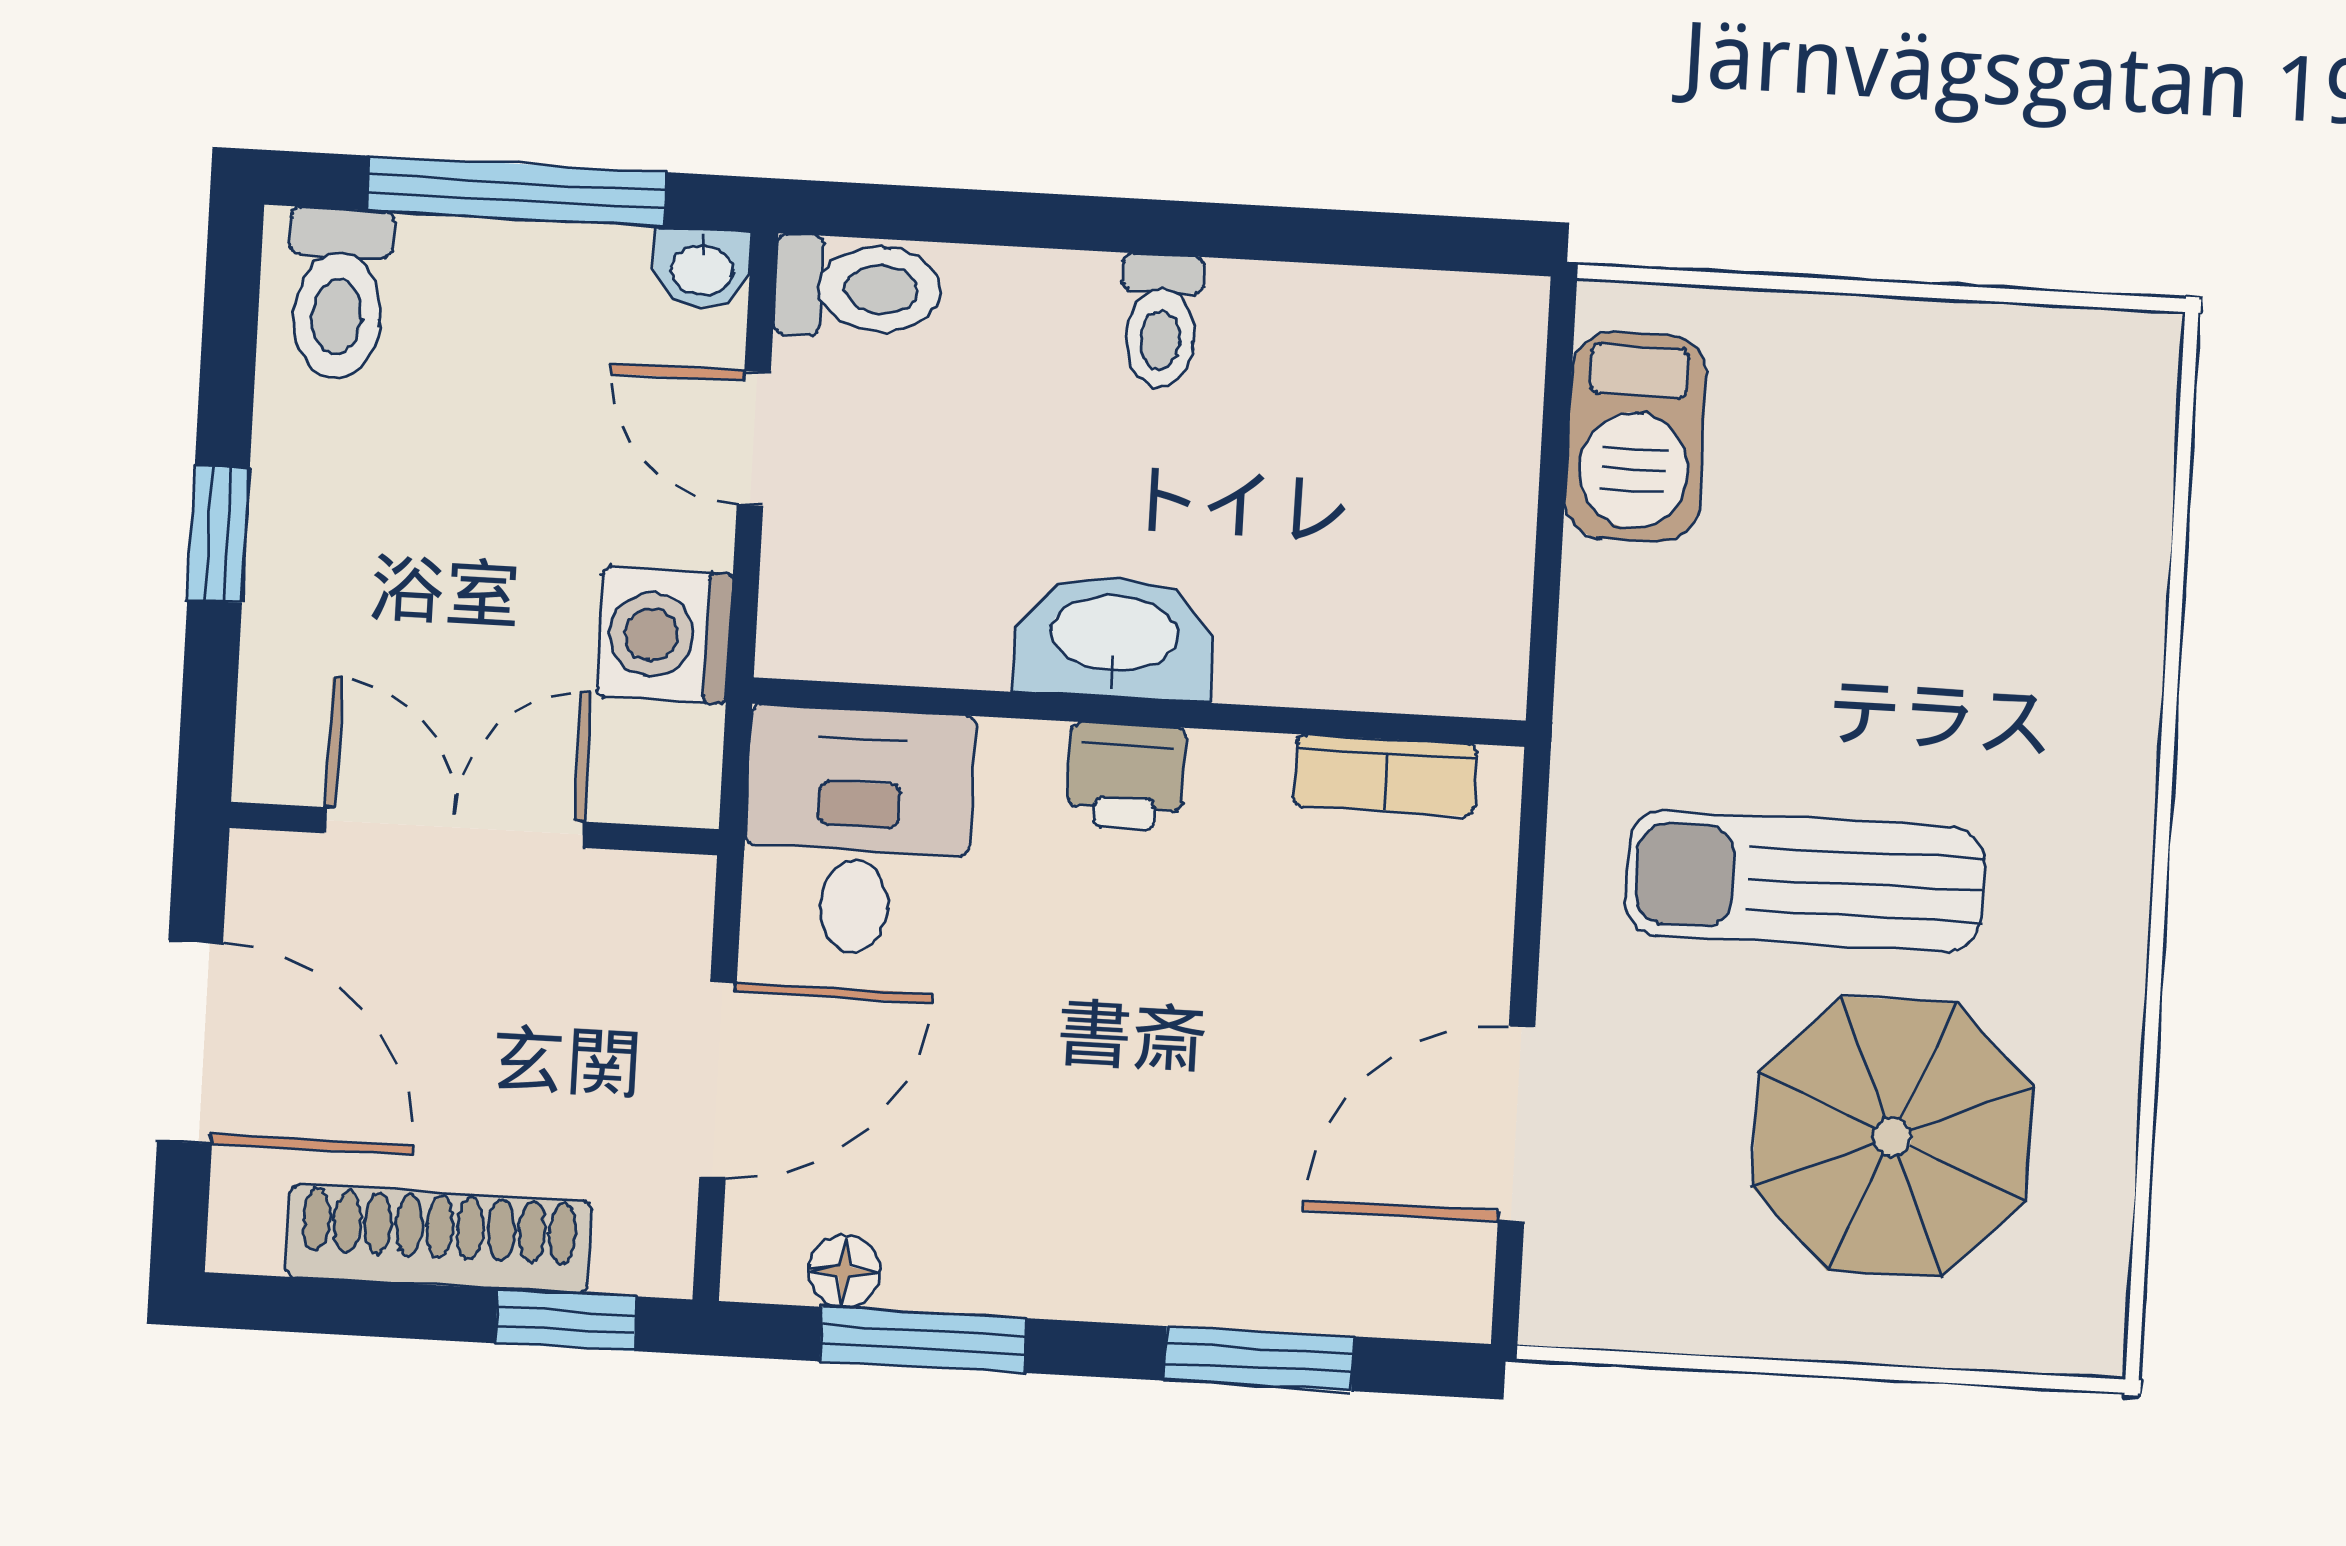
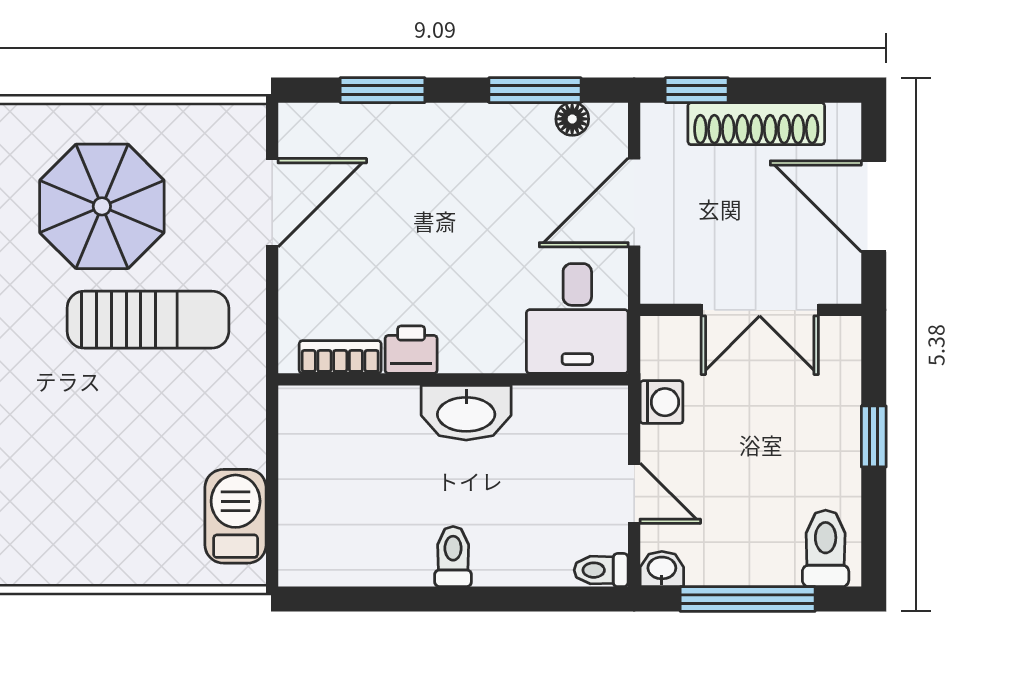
toilet: (858, 288) -> (601, 570), width x0.73, depth x0.72
washing machine: (664, 635) -> (662, 402), width x0.73, depth x0.73
printer: (1126, 777) -> (411, 350), moved

